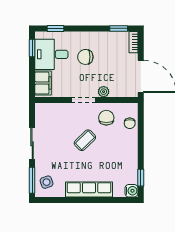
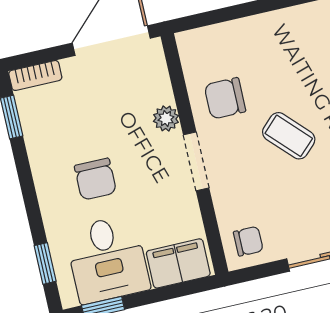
chair: (130, 123) -> (248, 241), moved

